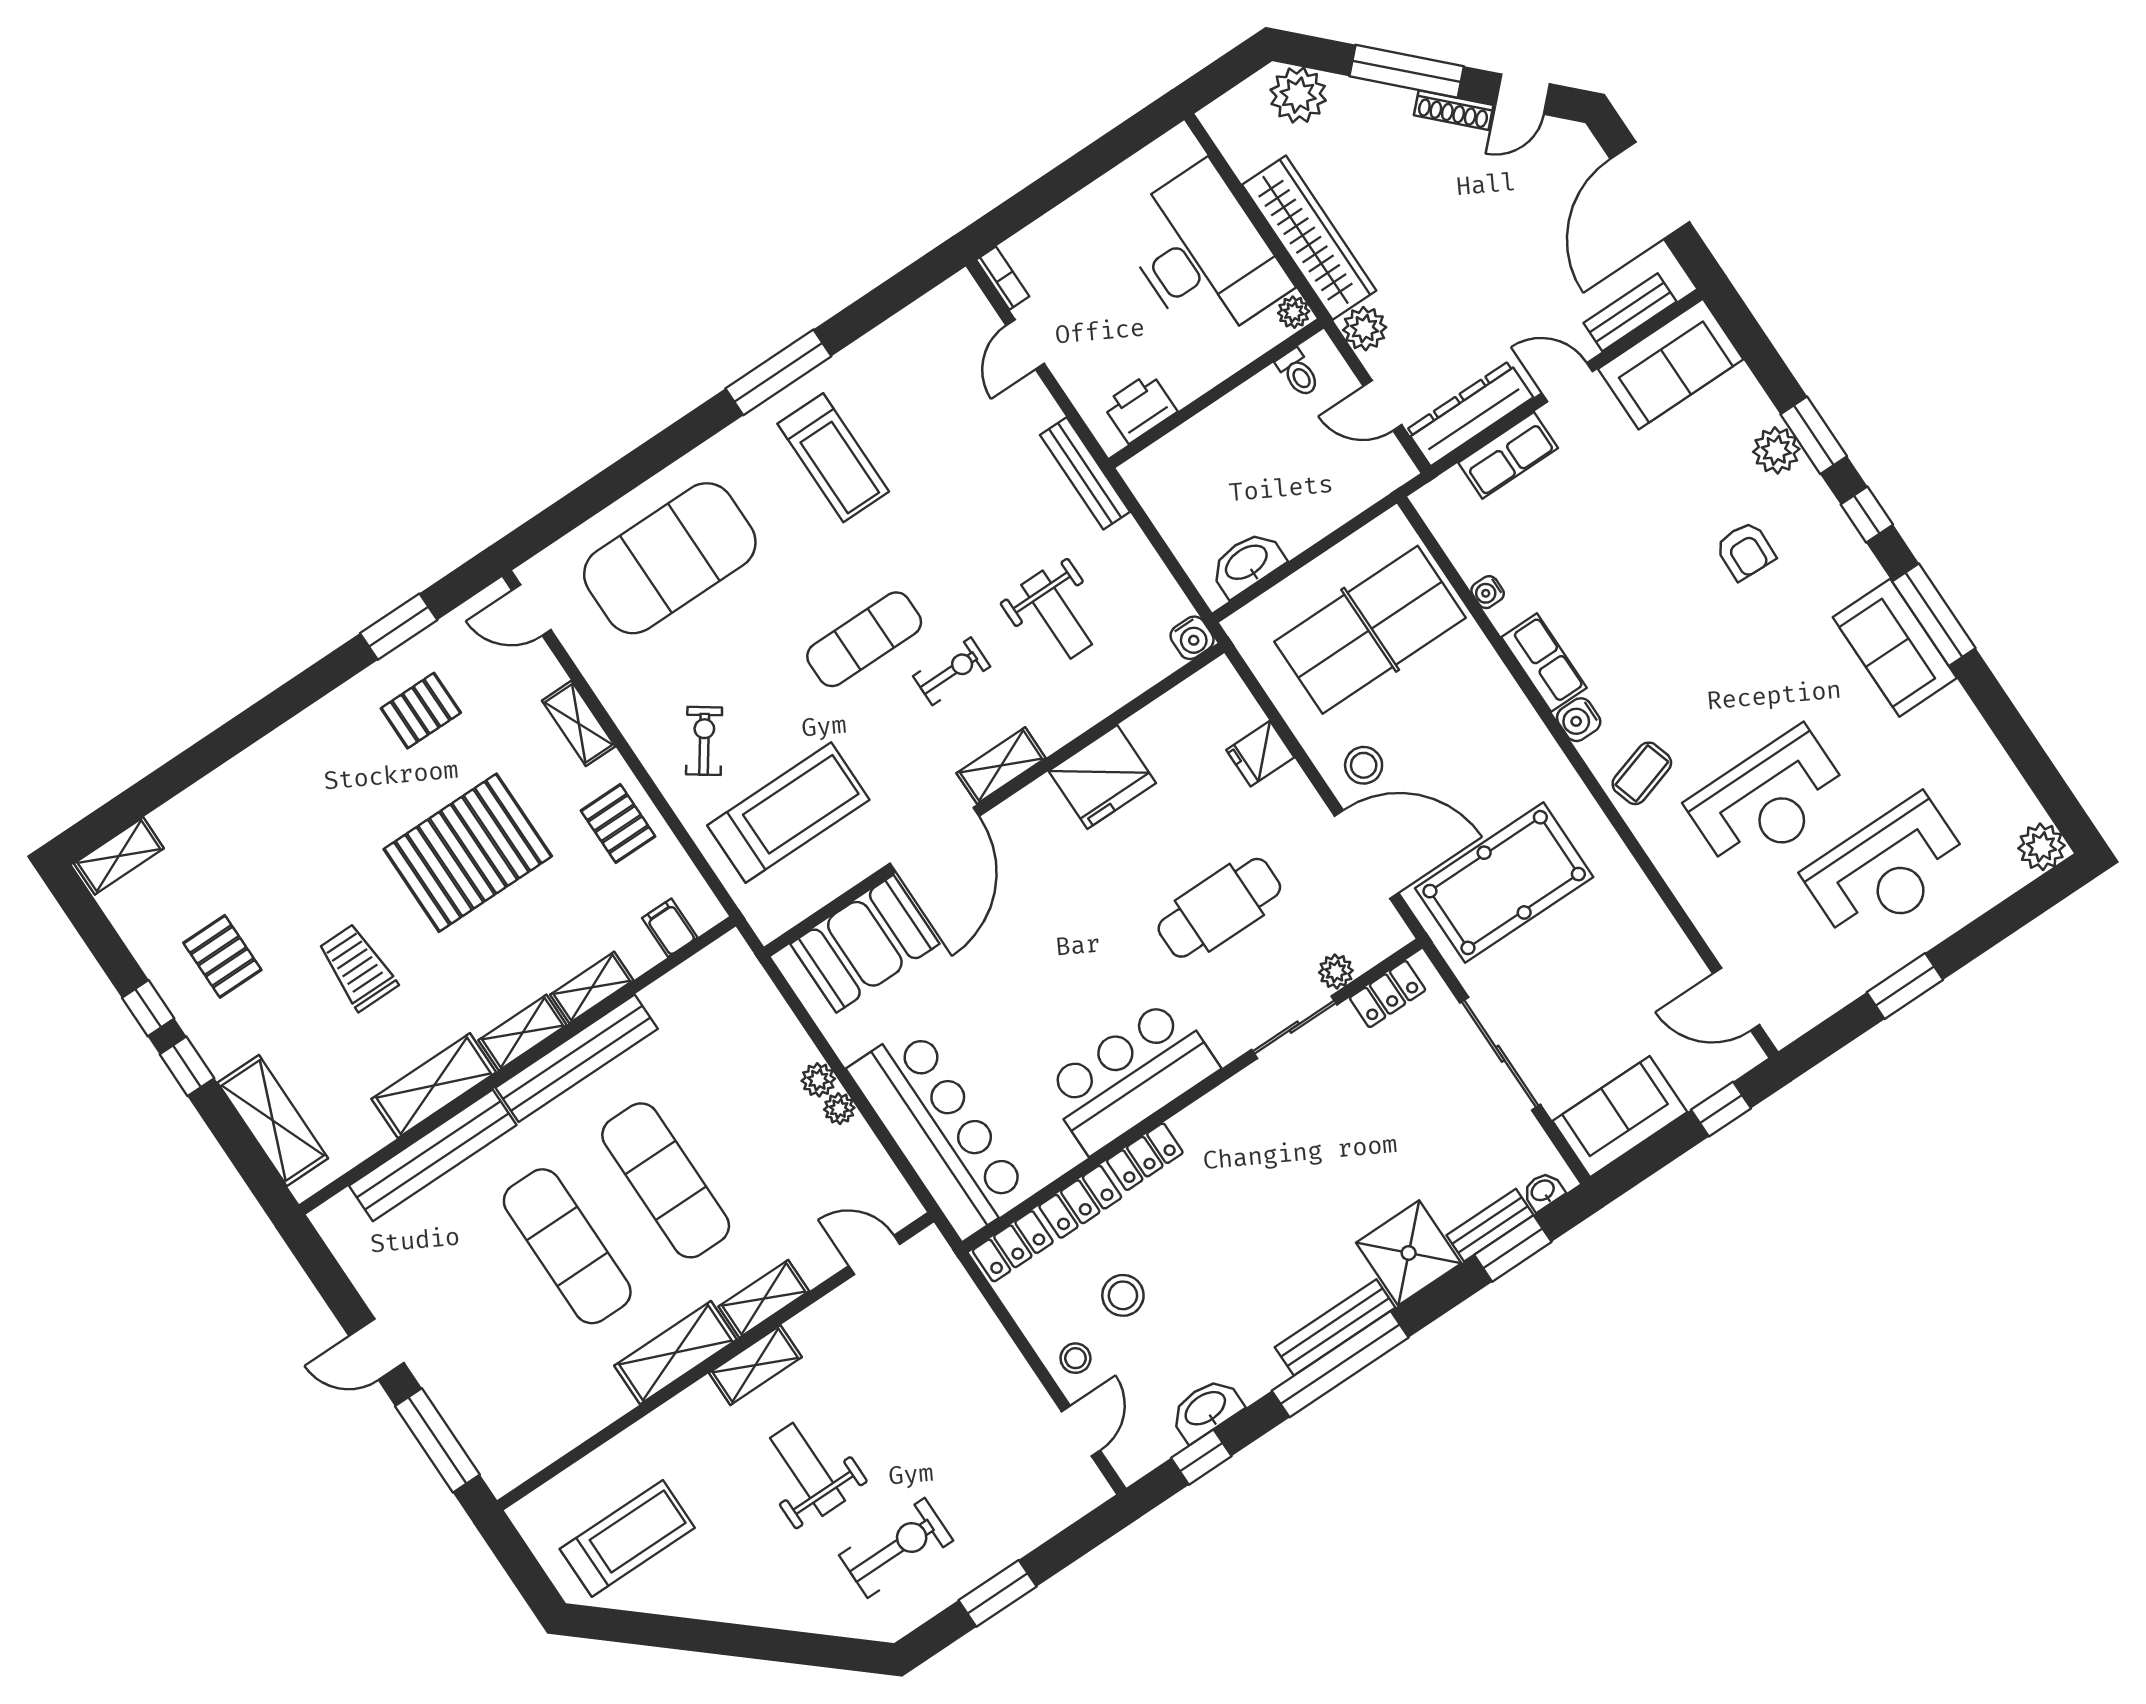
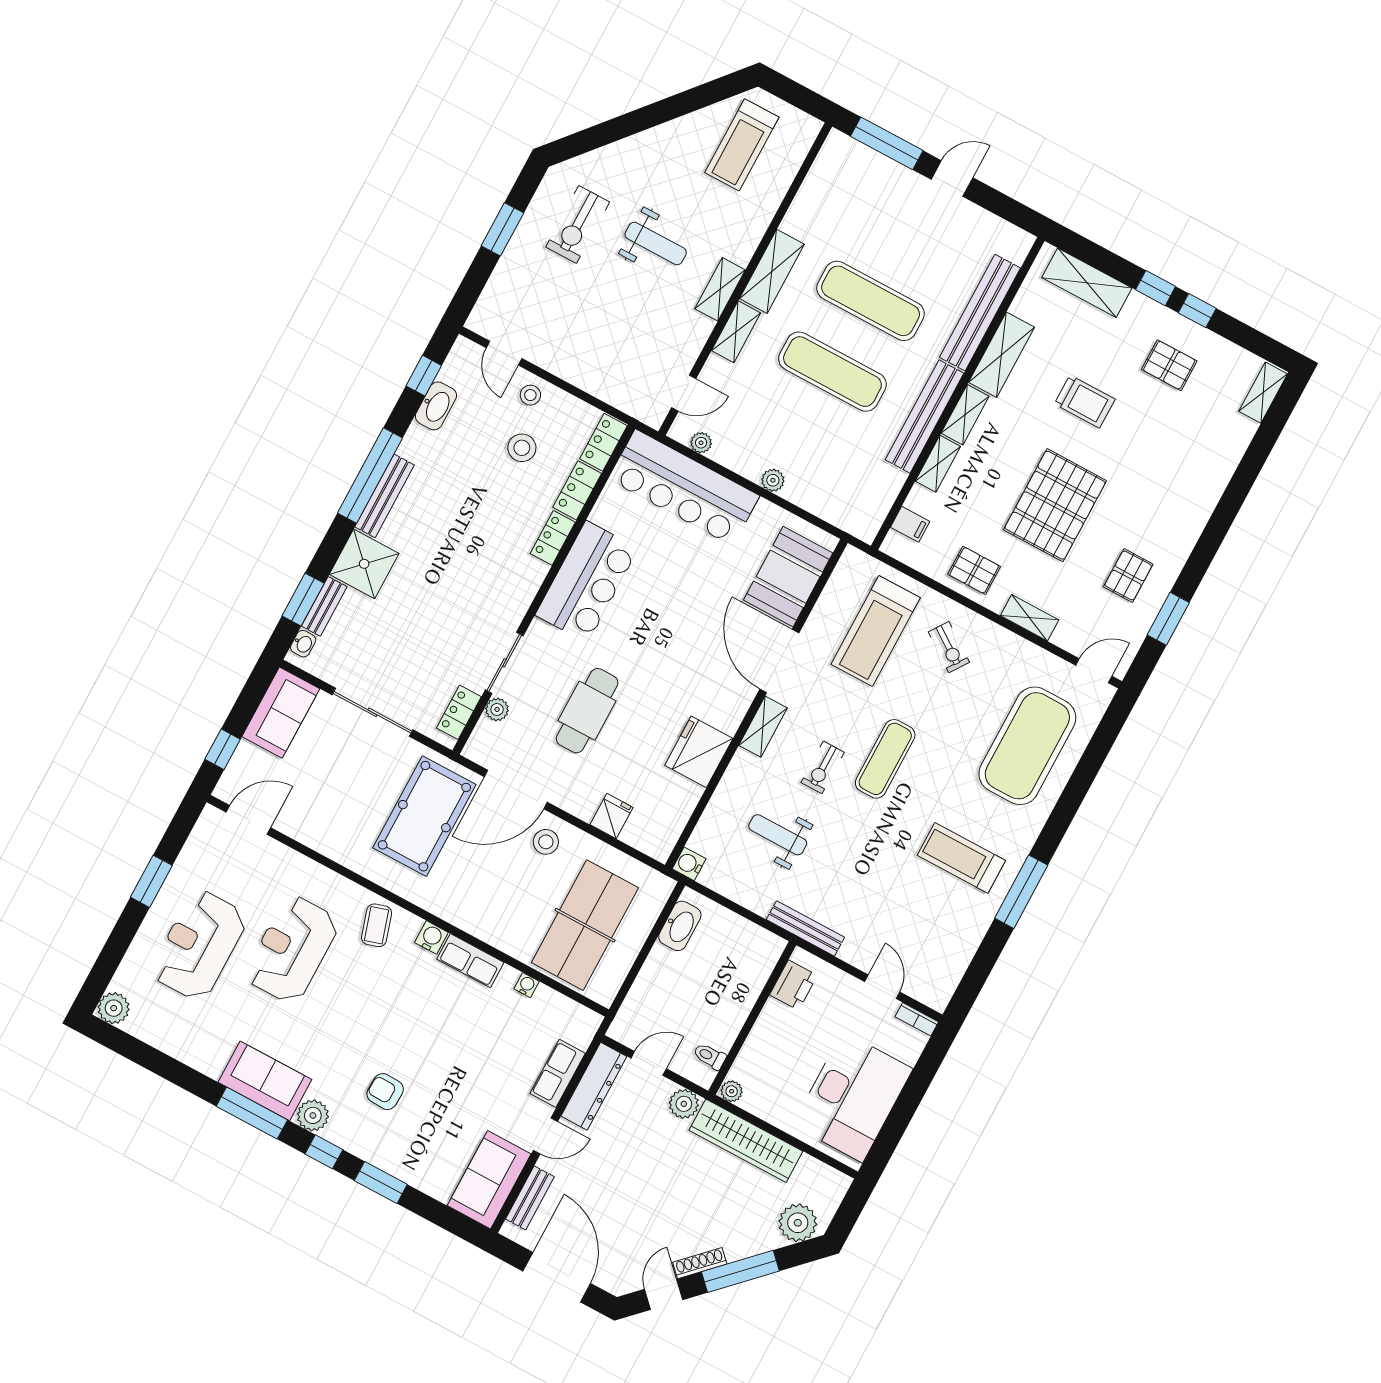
desk: (1203, 255) -> (853, 1097), moved, turned -90
plant: (1776, 450) -> (313, 1115), moved
plant: (839, 1109) -> (701, 443), moved

